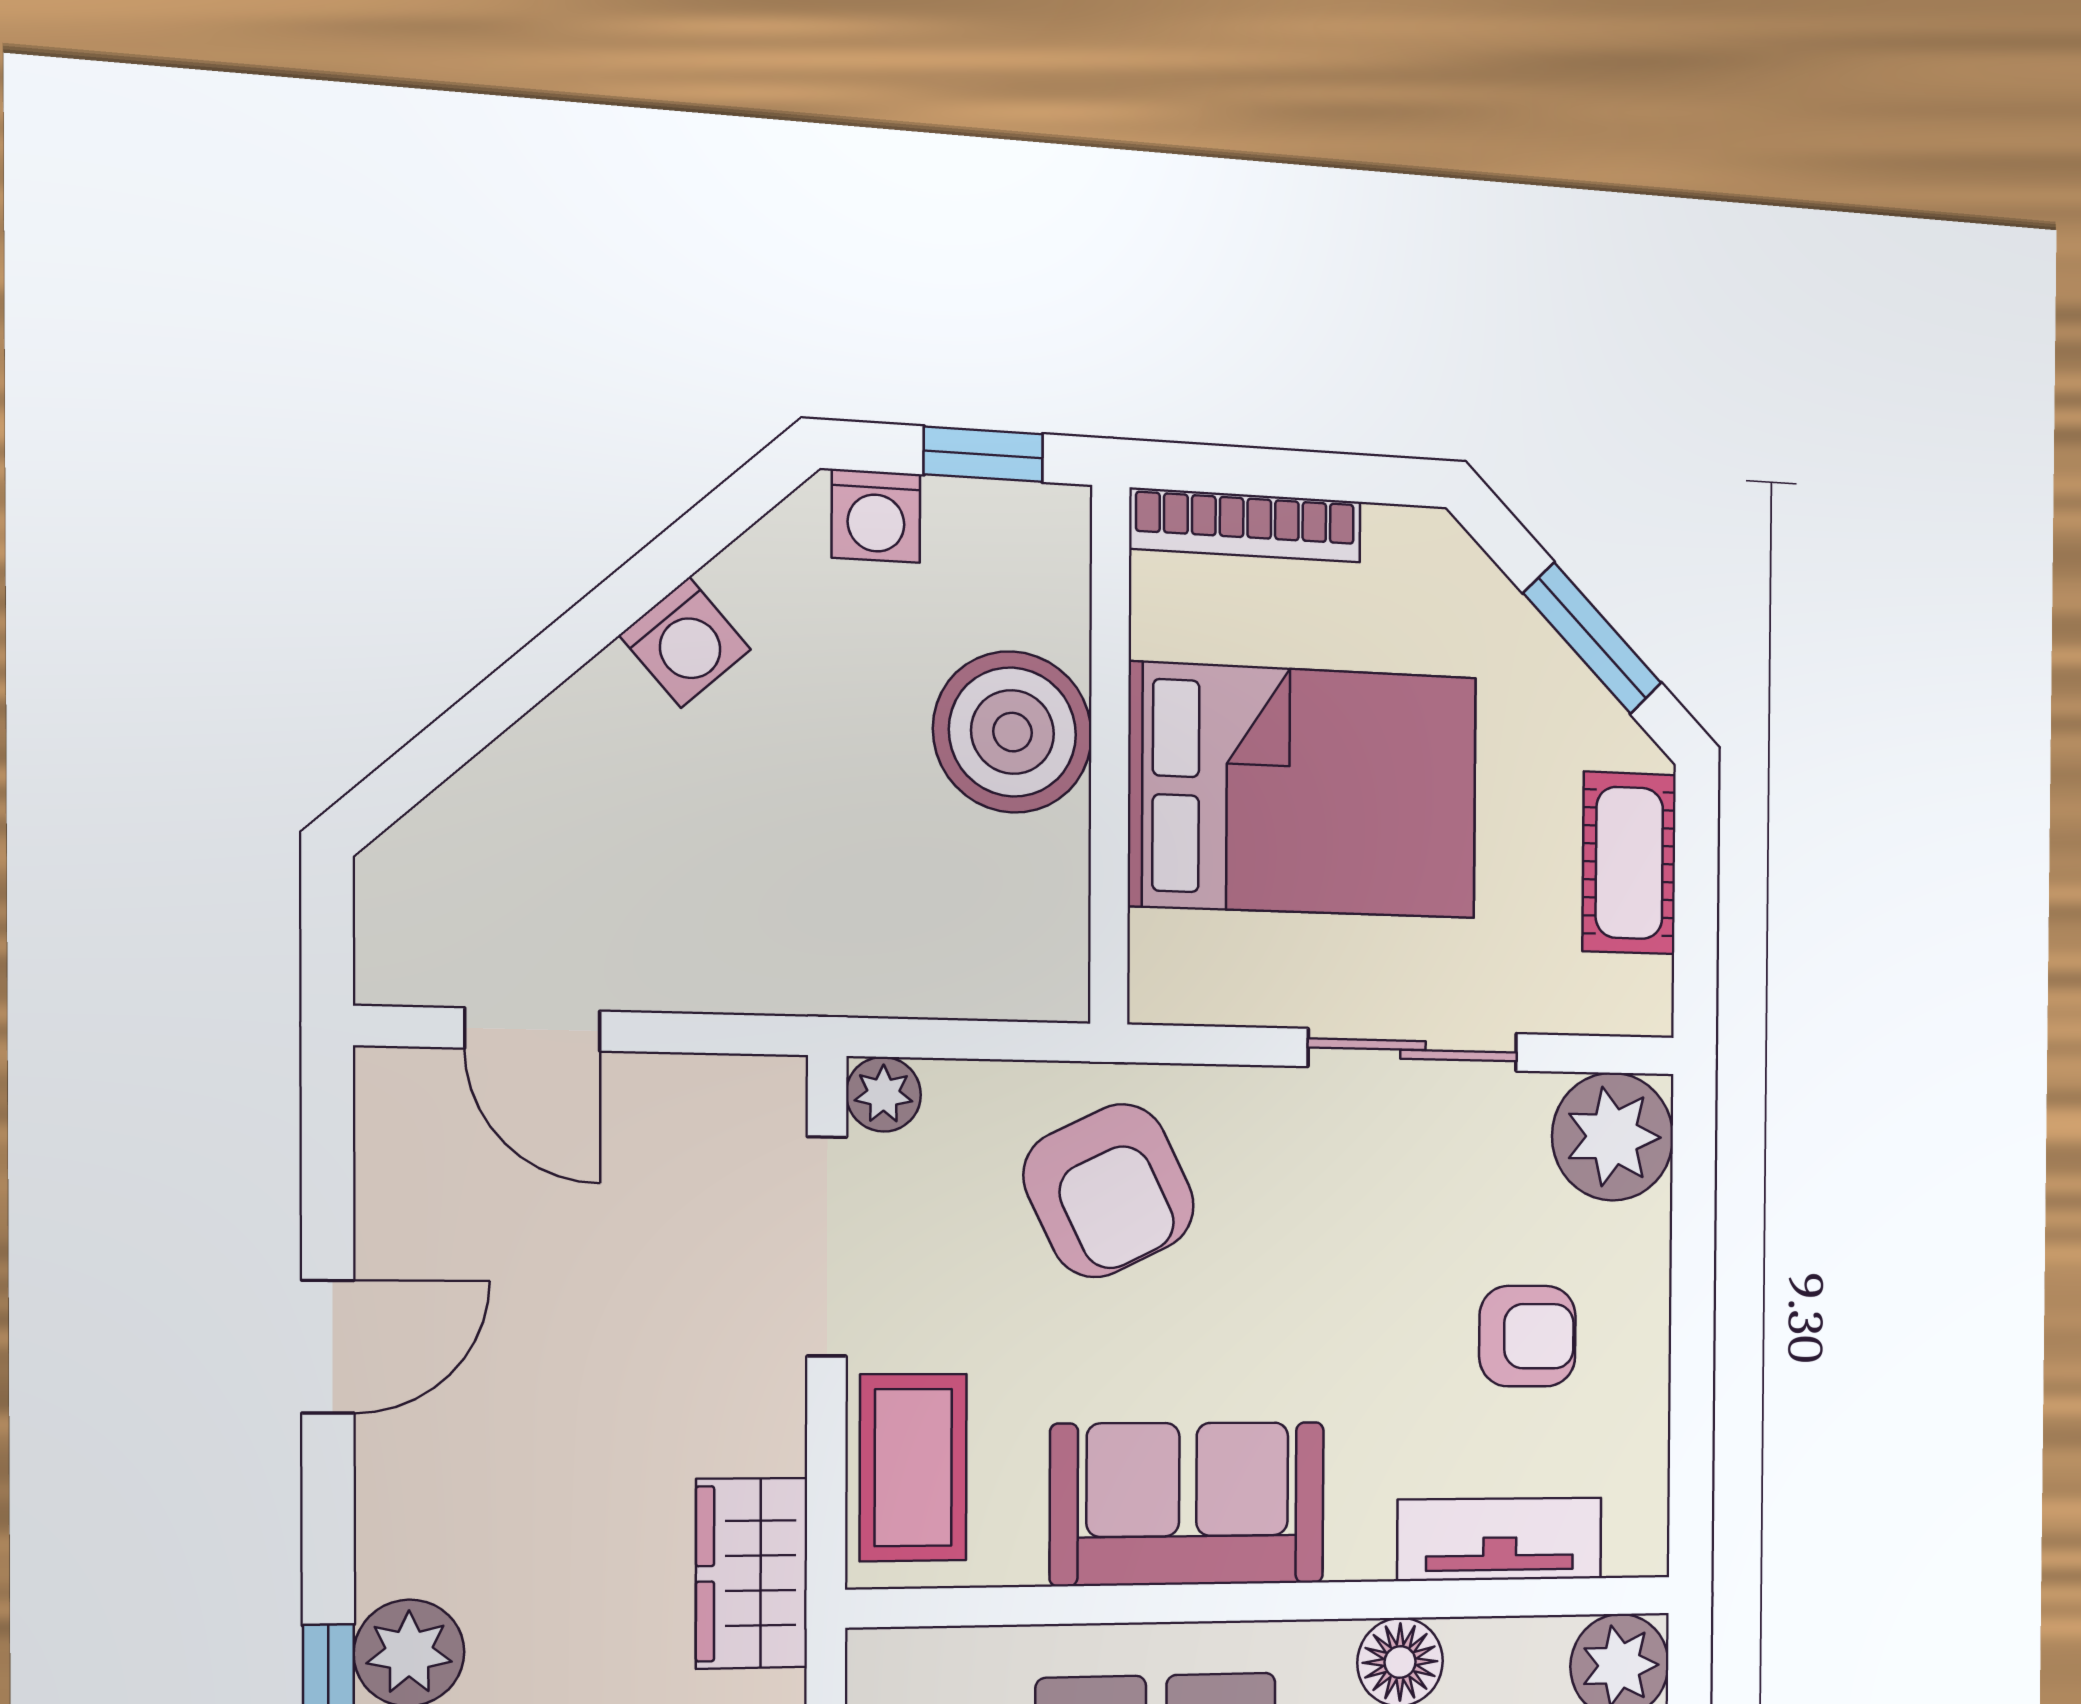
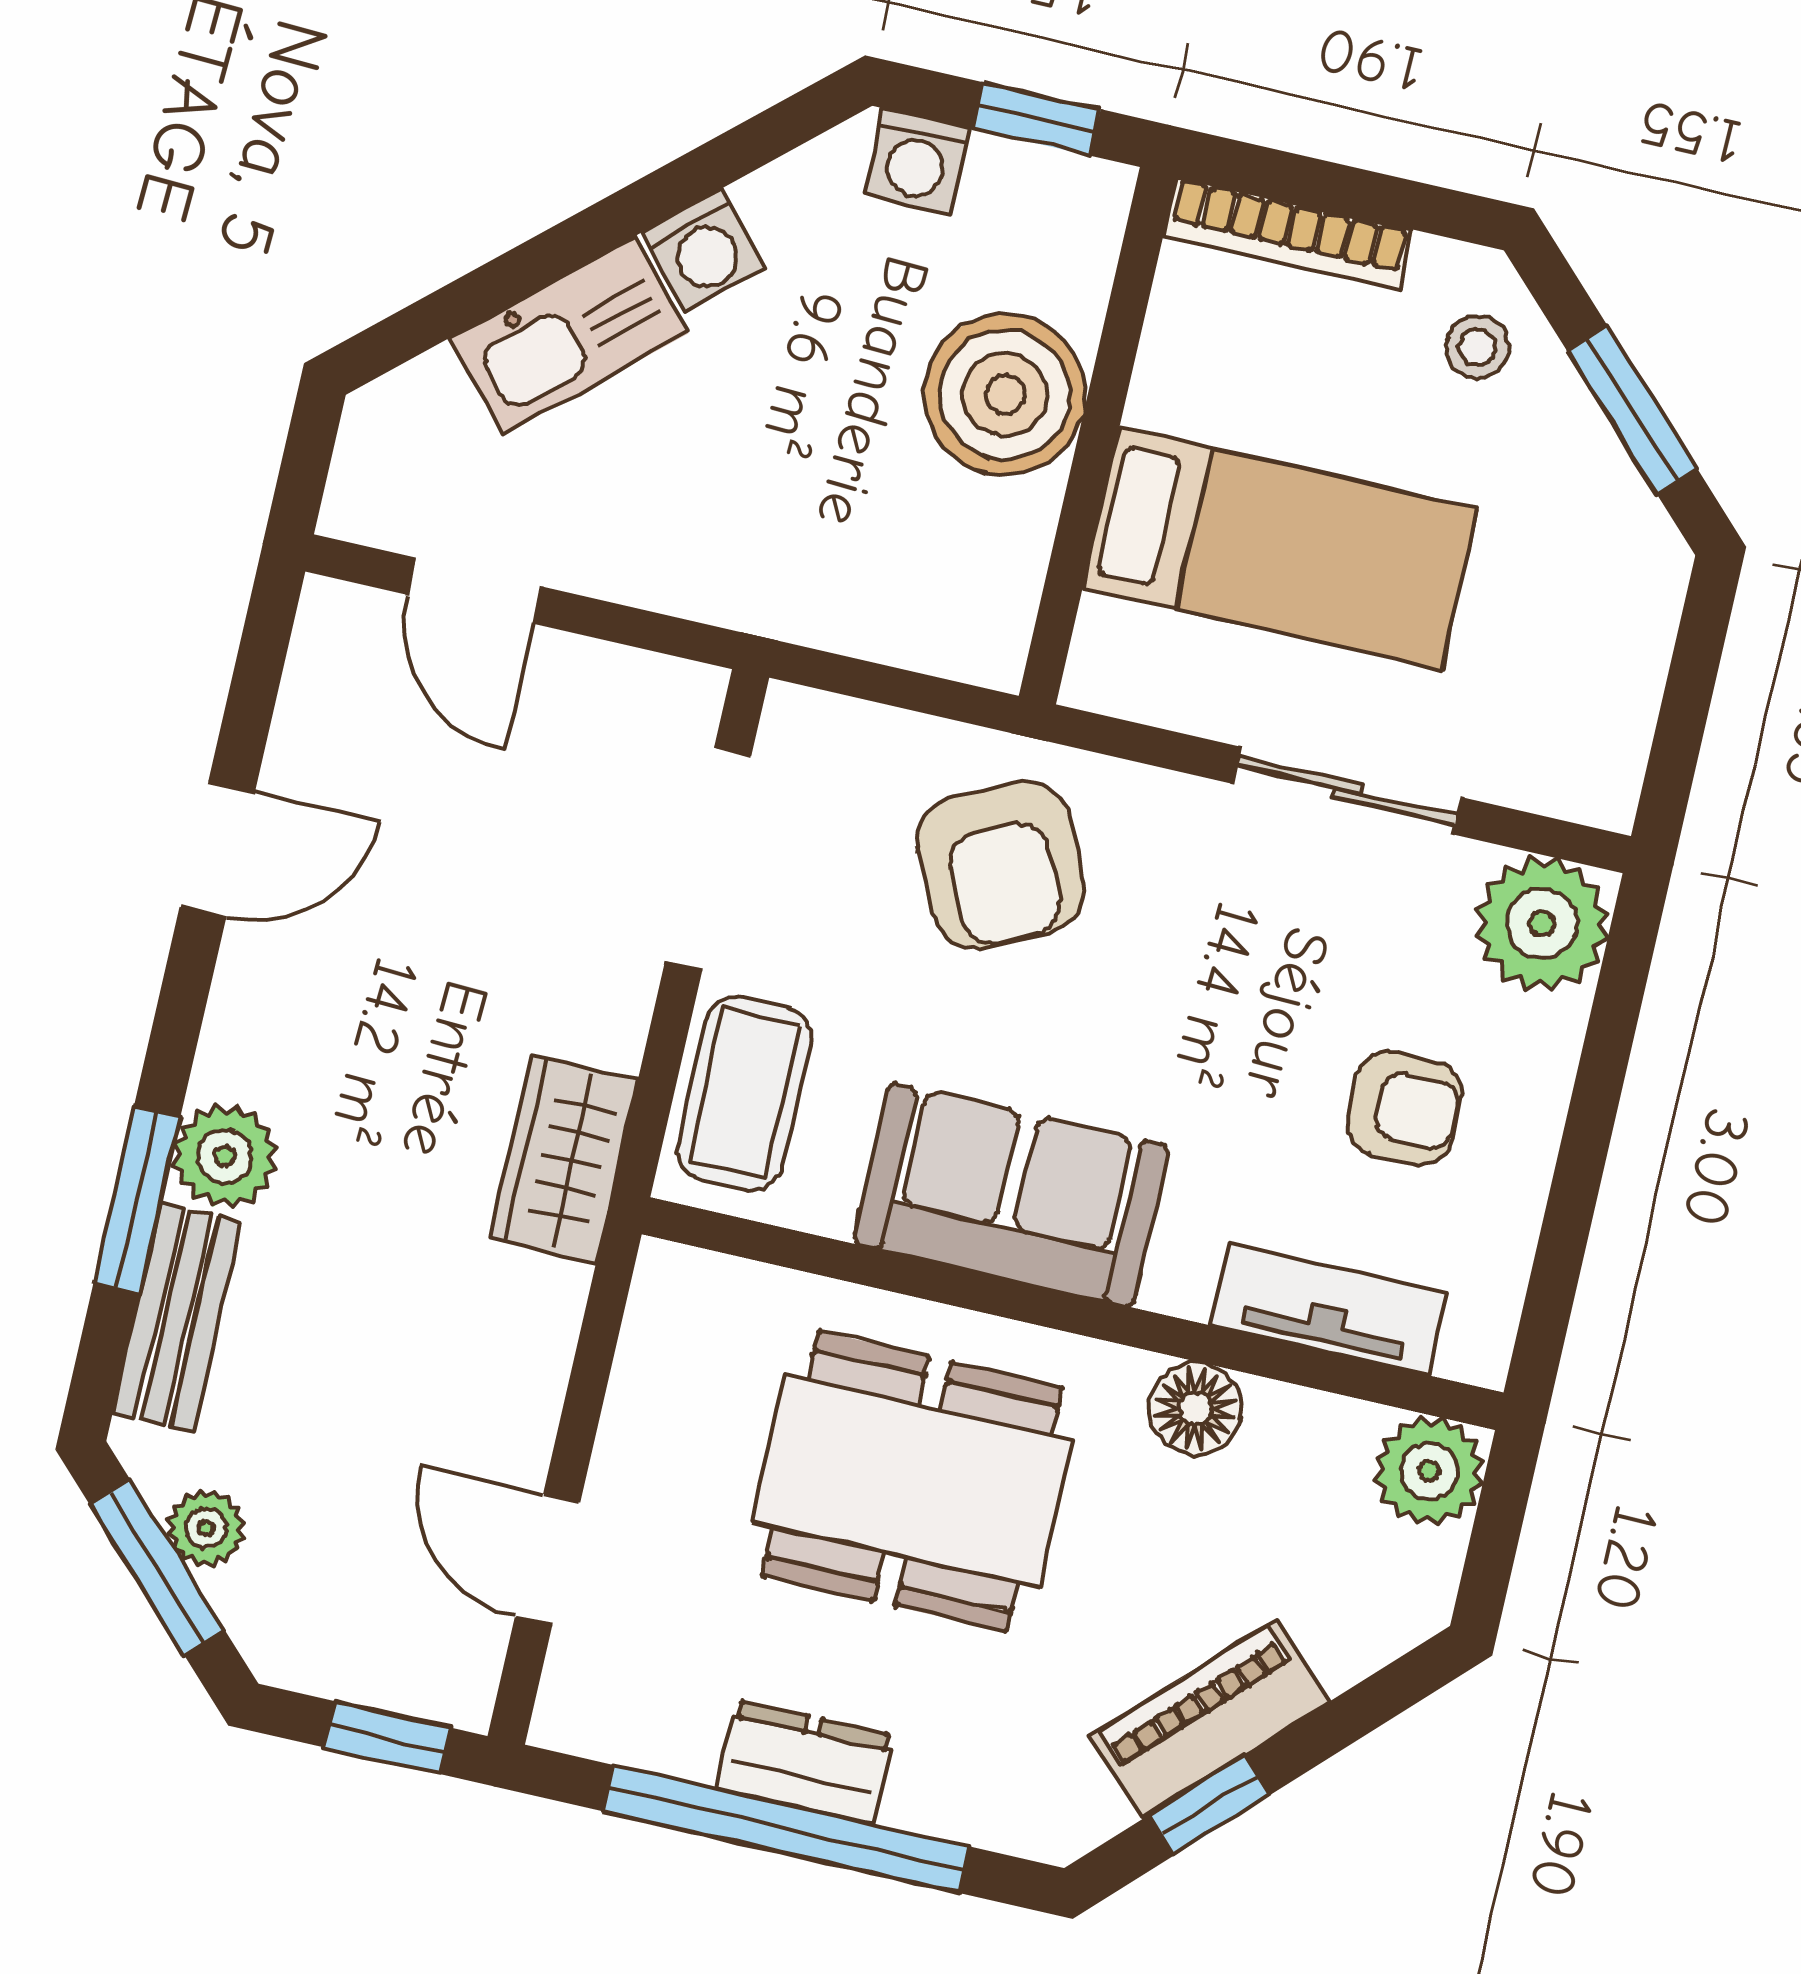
stool: (1442, 604) -> (1477, 347), added
kitchen sink: (569, 753) -> (569, 335), added
bed: (1303, 791) -> (1280, 548), width x0.67
cot: (1629, 863) -> (1622, 647), removed
plant: (883, 1094) -> (797, 722), removed

